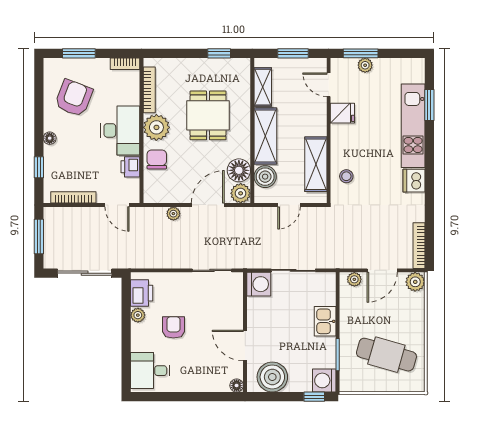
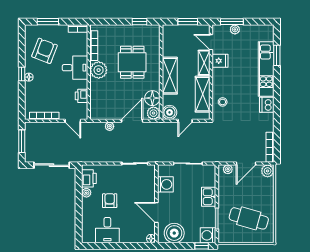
shelving: (263, 87) -> (204, 63), moved
desk: (120, 130) -> (75, 68), width x0.73
chair: (157, 159) -> (99, 91), removed
window: (39, 167) -> (22, 74), moved
boiler: (265, 177) -> (170, 112), moved
washing machine: (259, 284) -> (165, 184), moved
desk: (150, 371) -> (107, 230), moved, turned -90

